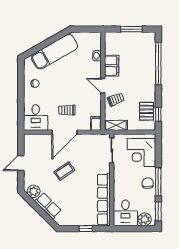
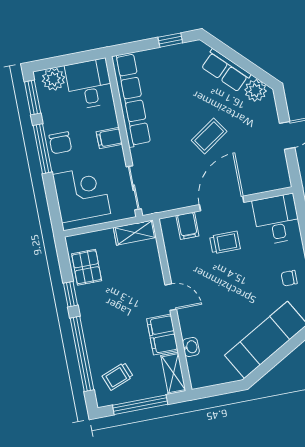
window: (131, 29) -> (140, 405), width x1.44
shelving: (110, 43) -> (173, 373), added
trolley: (116, 99) -> (118, 376), moved
window: (158, 114) -> (70, 294), moved
filing cabinet: (96, 123) -> (187, 226), moved
filing cabinet: (120, 181) -> (109, 138), added
window: (86, 229) -> (170, 40), moved

